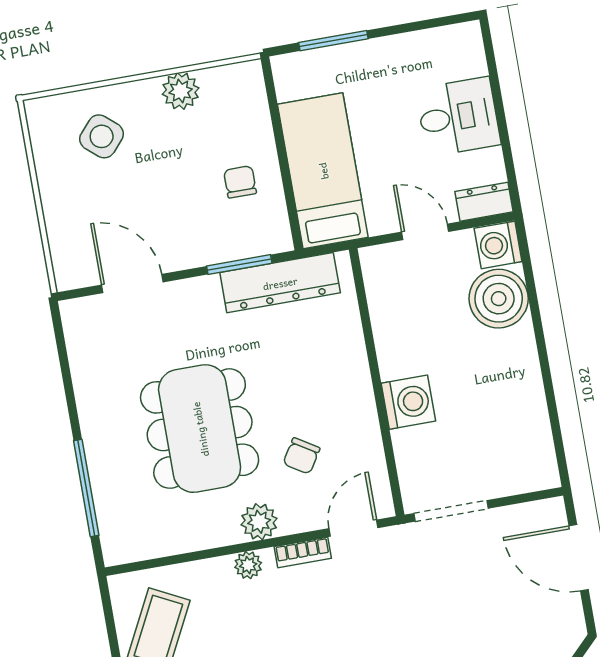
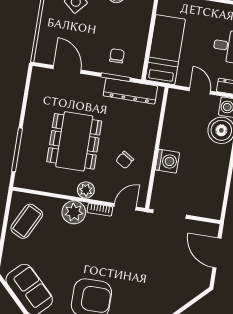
chair: (240, 182) -> (117, 56), moved
chair: (301, 456) -> (125, 160), moved
plant: (248, 565) -> (74, 212), width x1.87, depth x1.87

